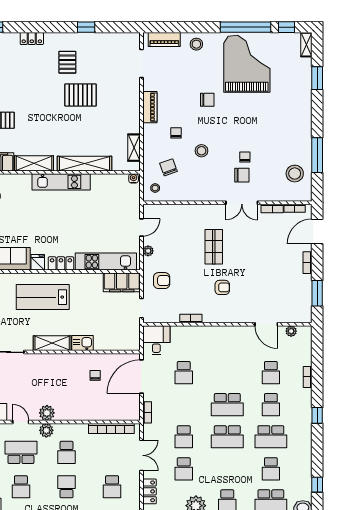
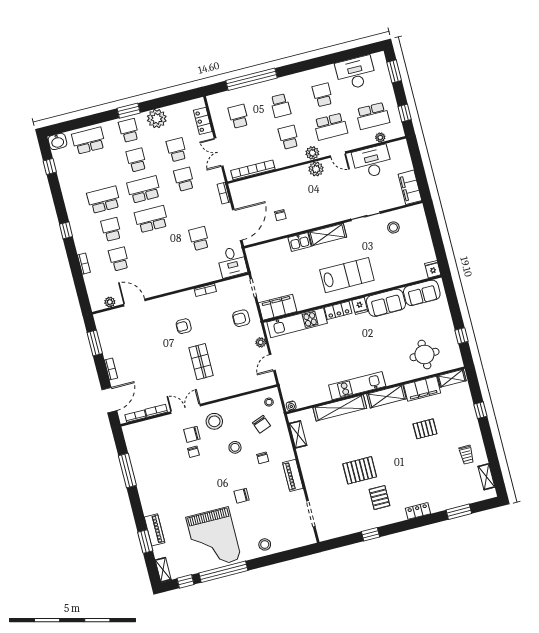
piano: (164, 39) -> (155, 530), moved, turned 90
stool: (295, 174) -> (214, 421), moved
school desk: (271, 469) -> (136, 160), moved

